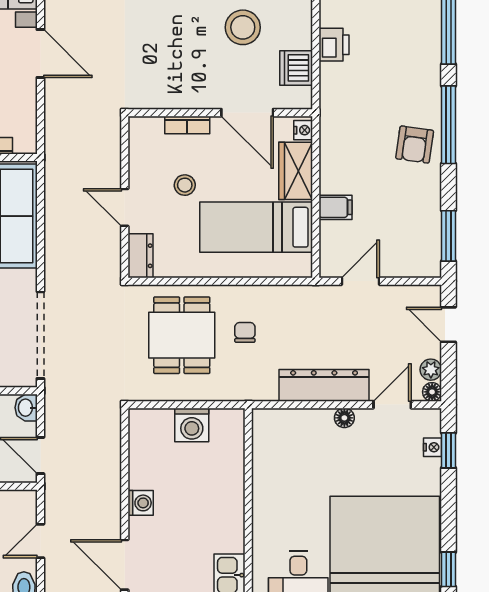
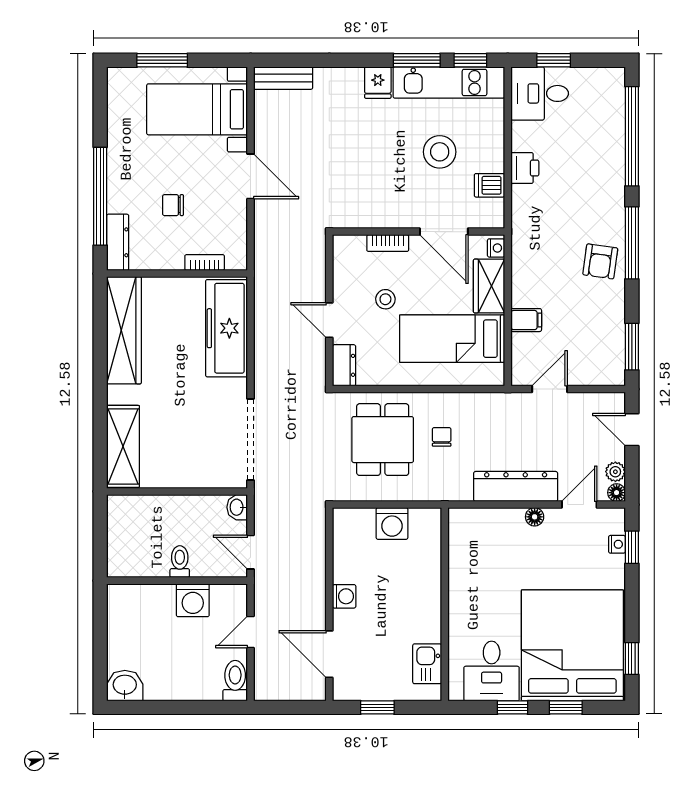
dishwasher: (296, 68) -> (489, 185), width x0.73

